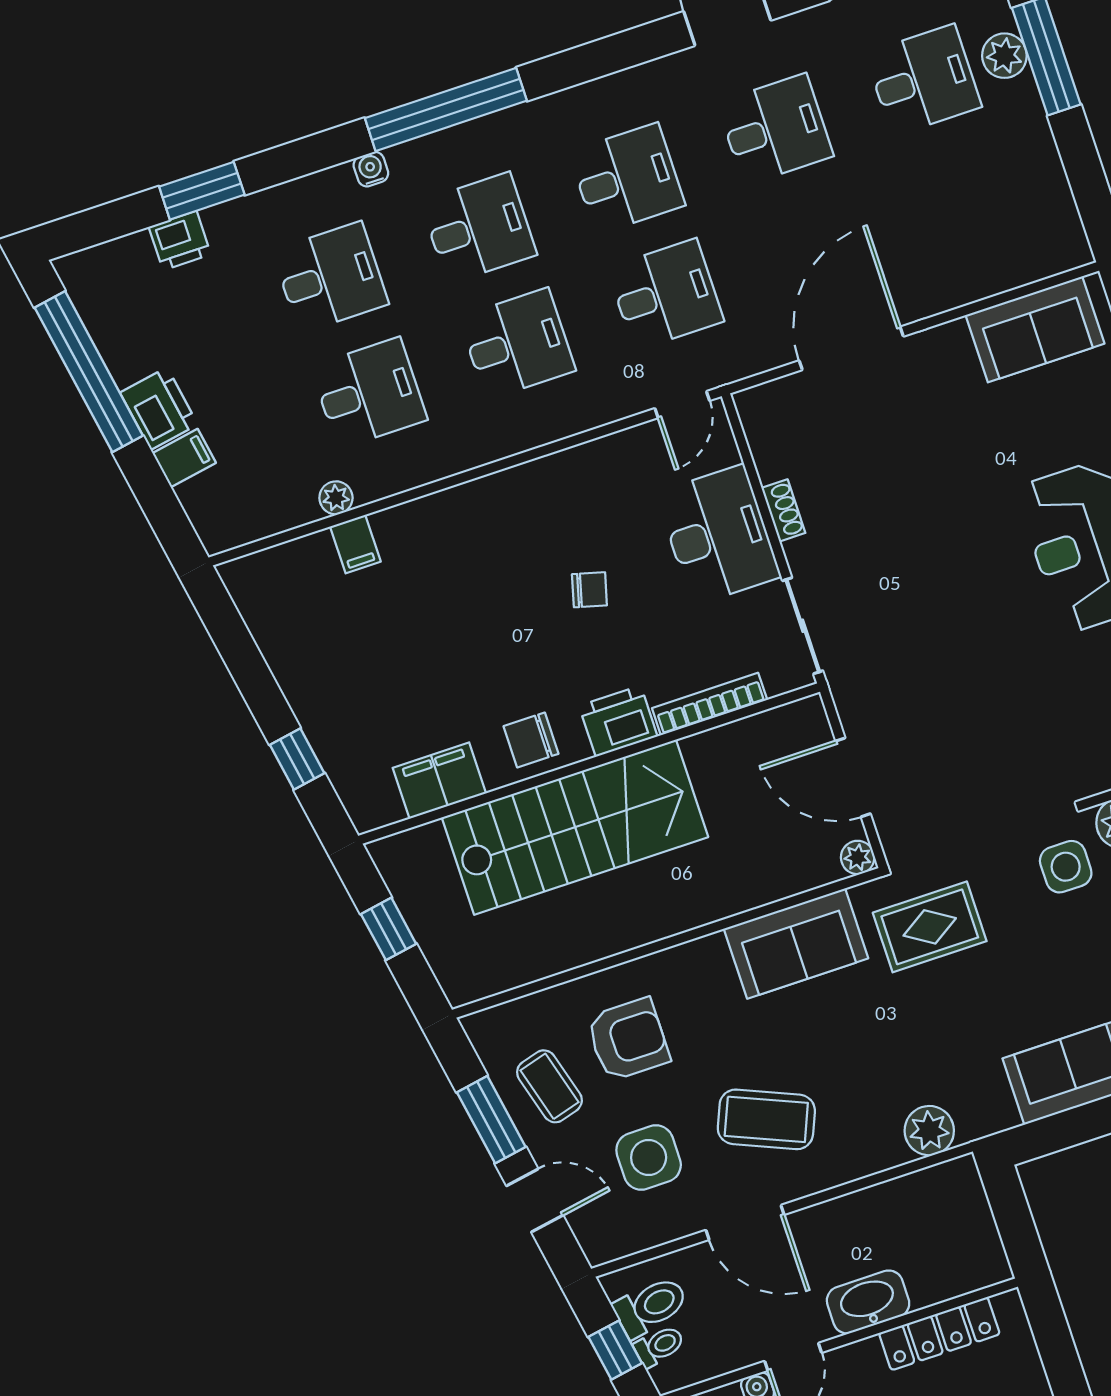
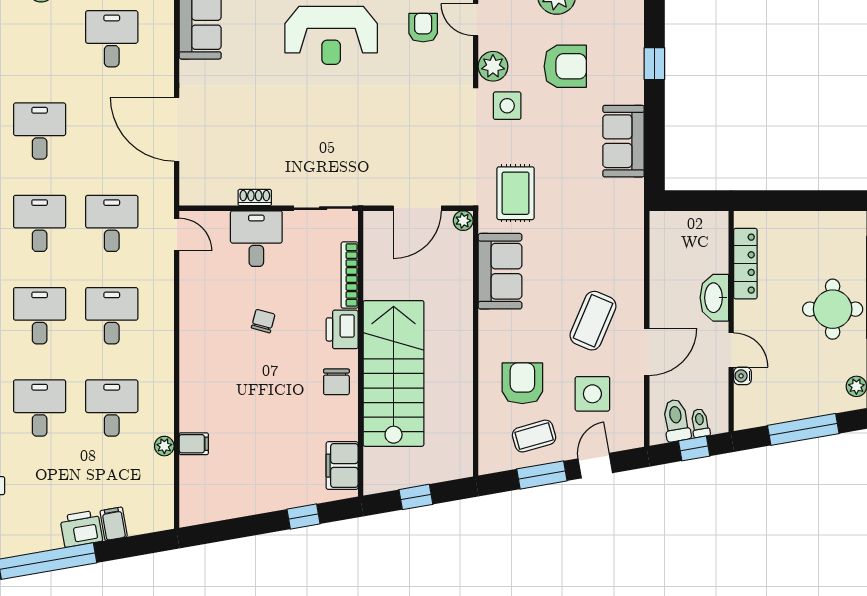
desk: (923, 80) -> (112, 39), moved
desk: (718, 535) -> (256, 239), width x0.73
filing cabinet: (439, 781) -> (342, 466), moved
plant: (929, 1131) -> (630, 231), removed

